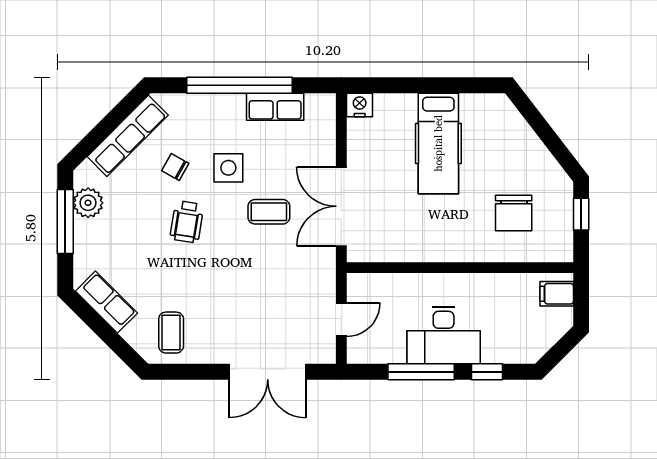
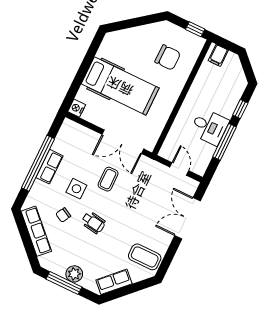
row of seats: (275, 107) -> (49, 167), moved
hospital bed: (438, 143) -> (120, 86), width x1.37, depth x1.29
plant: (88, 203) -> (74, 274), moved
window: (581, 214) -> (195, 29), moved
coffee table: (171, 333) -> (145, 257), width x1.36, depth x1.30
desk: (444, 335) -> (209, 127), width x0.73
double door: (268, 372) -> (188, 218), swing flipped

